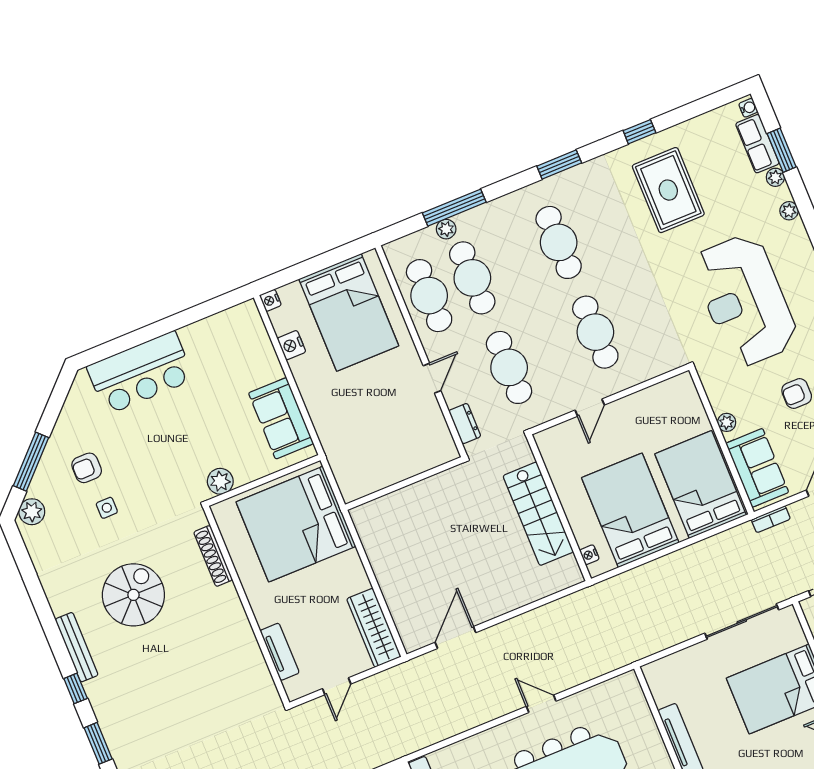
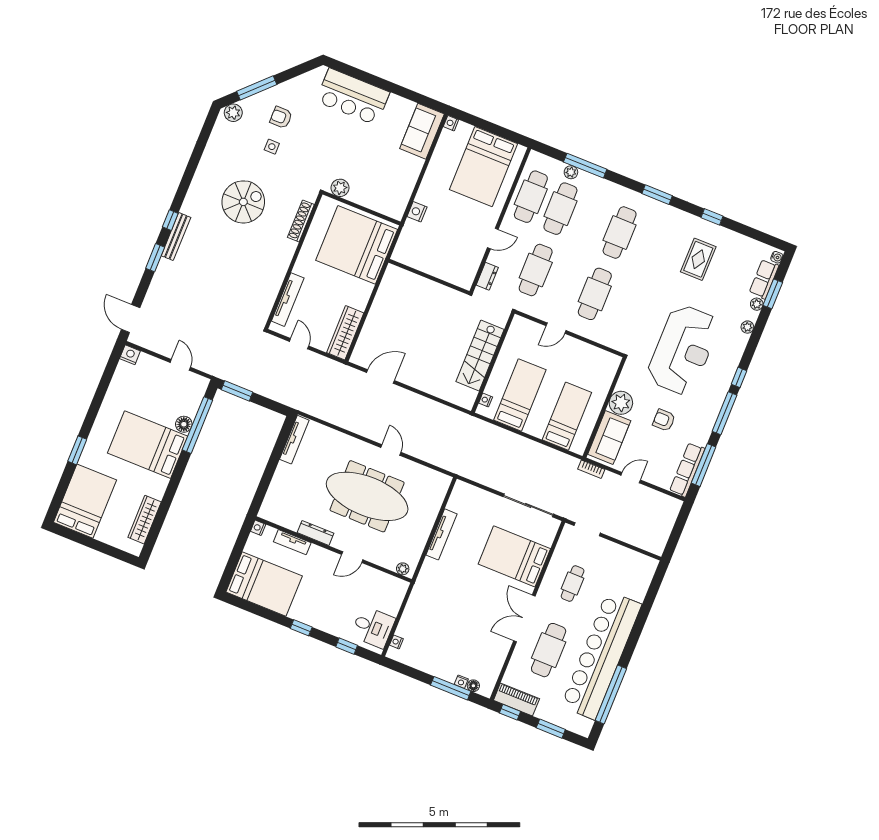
rug: (668, 190) -> (698, 259), width x0.73, depth x0.70
reception desk: (745, 300) -> (683, 350), turned 180
nightstand: (291, 345) -> (417, 212), moved
sofa: (281, 418) -> (422, 131), moved
plant: (727, 422) -> (621, 403), width x1.88, depth x1.88
bed: (701, 485) -> (567, 416), width x0.67
bed: (630, 510) -> (520, 395), width x0.67
bench: (77, 647) -> (176, 237), moved
tv unit: (280, 652) -> (288, 300), width x1.41
door: (337, 686) -> (299, 344), swing flipped

